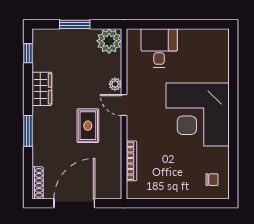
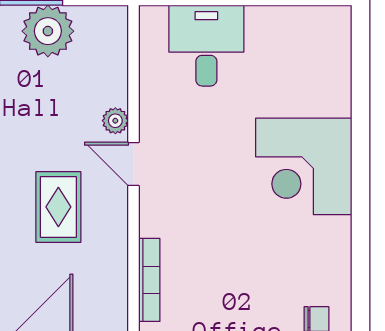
plant: (109, 41) -> (48, 31), moved
corner desk: (198, 115) -> (304, 166), width x0.74, depth x0.74

